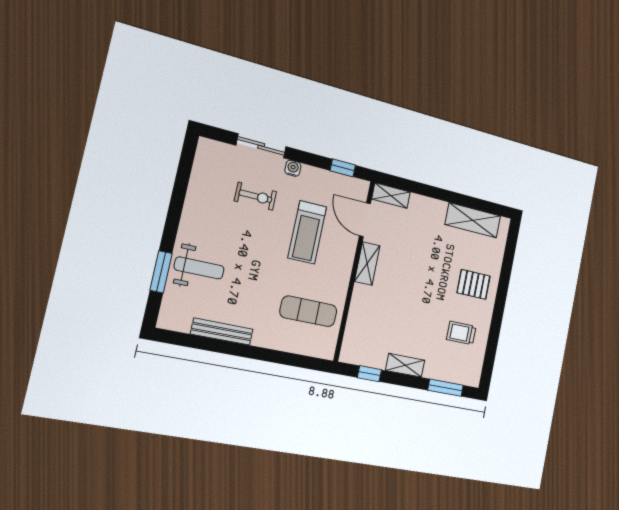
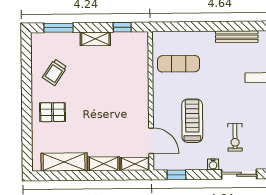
exercise bike: (255, 196) -> (235, 137), turned -90
shelving: (367, 264) -> (104, 164), moved, turned 90
trolley: (461, 333) -> (55, 72), turned 124

